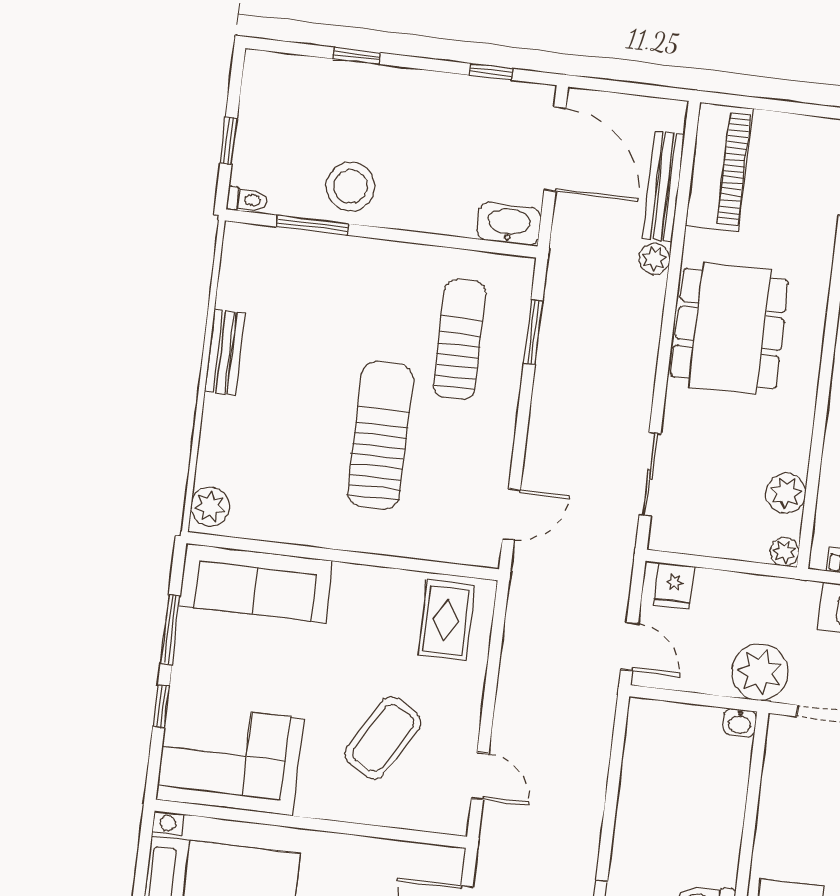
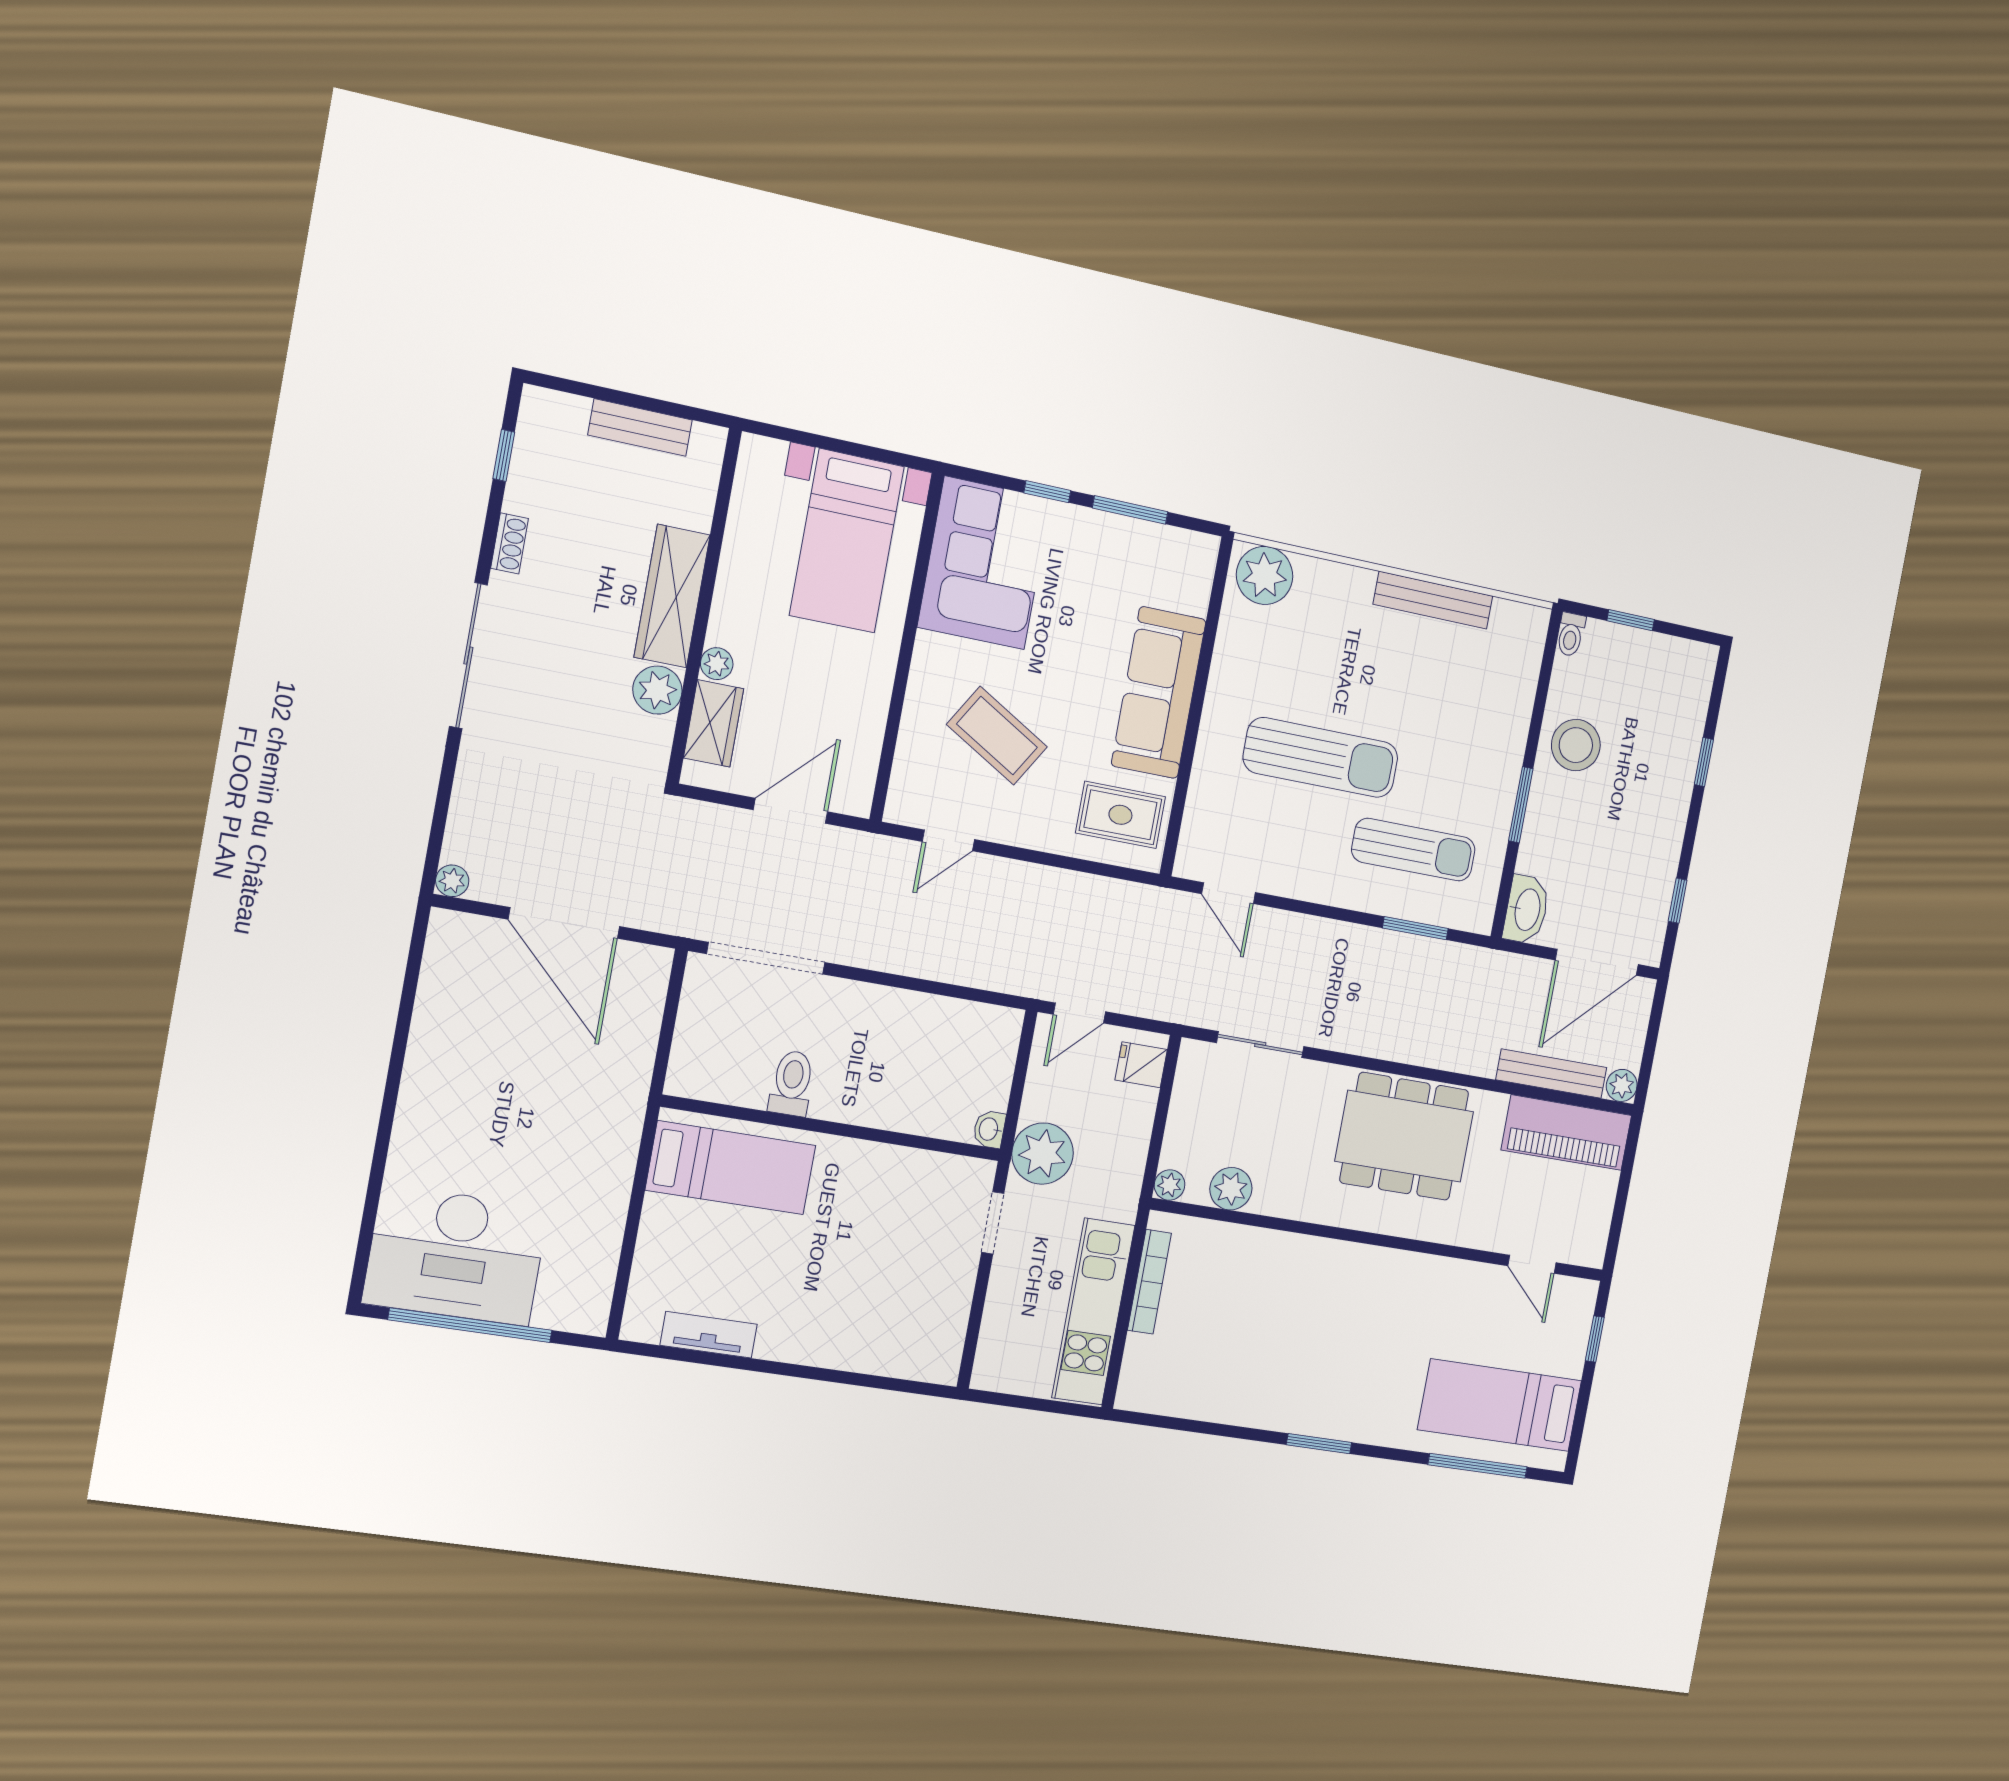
window: (313, 225) -> (1521, 805), moved
plant: (654, 259) -> (1622, 1085), moved
bench: (225, 352) -> (1433, 600), width x1.36
plant: (210, 507) -> (1265, 575), width x1.36, depth x1.36
sofa: (256, 583) -> (1159, 693), moved

